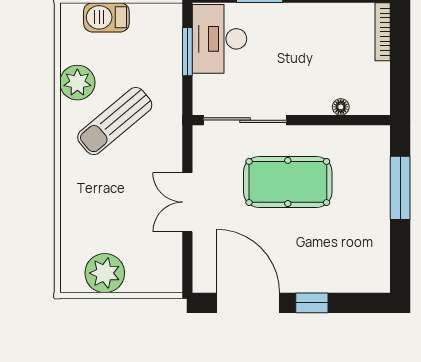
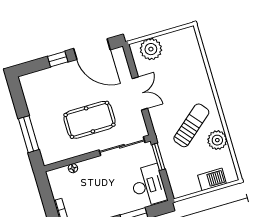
window: (187, 52) -> (158, 157), moved
plant: (105, 273) -> (151, 49), moved

